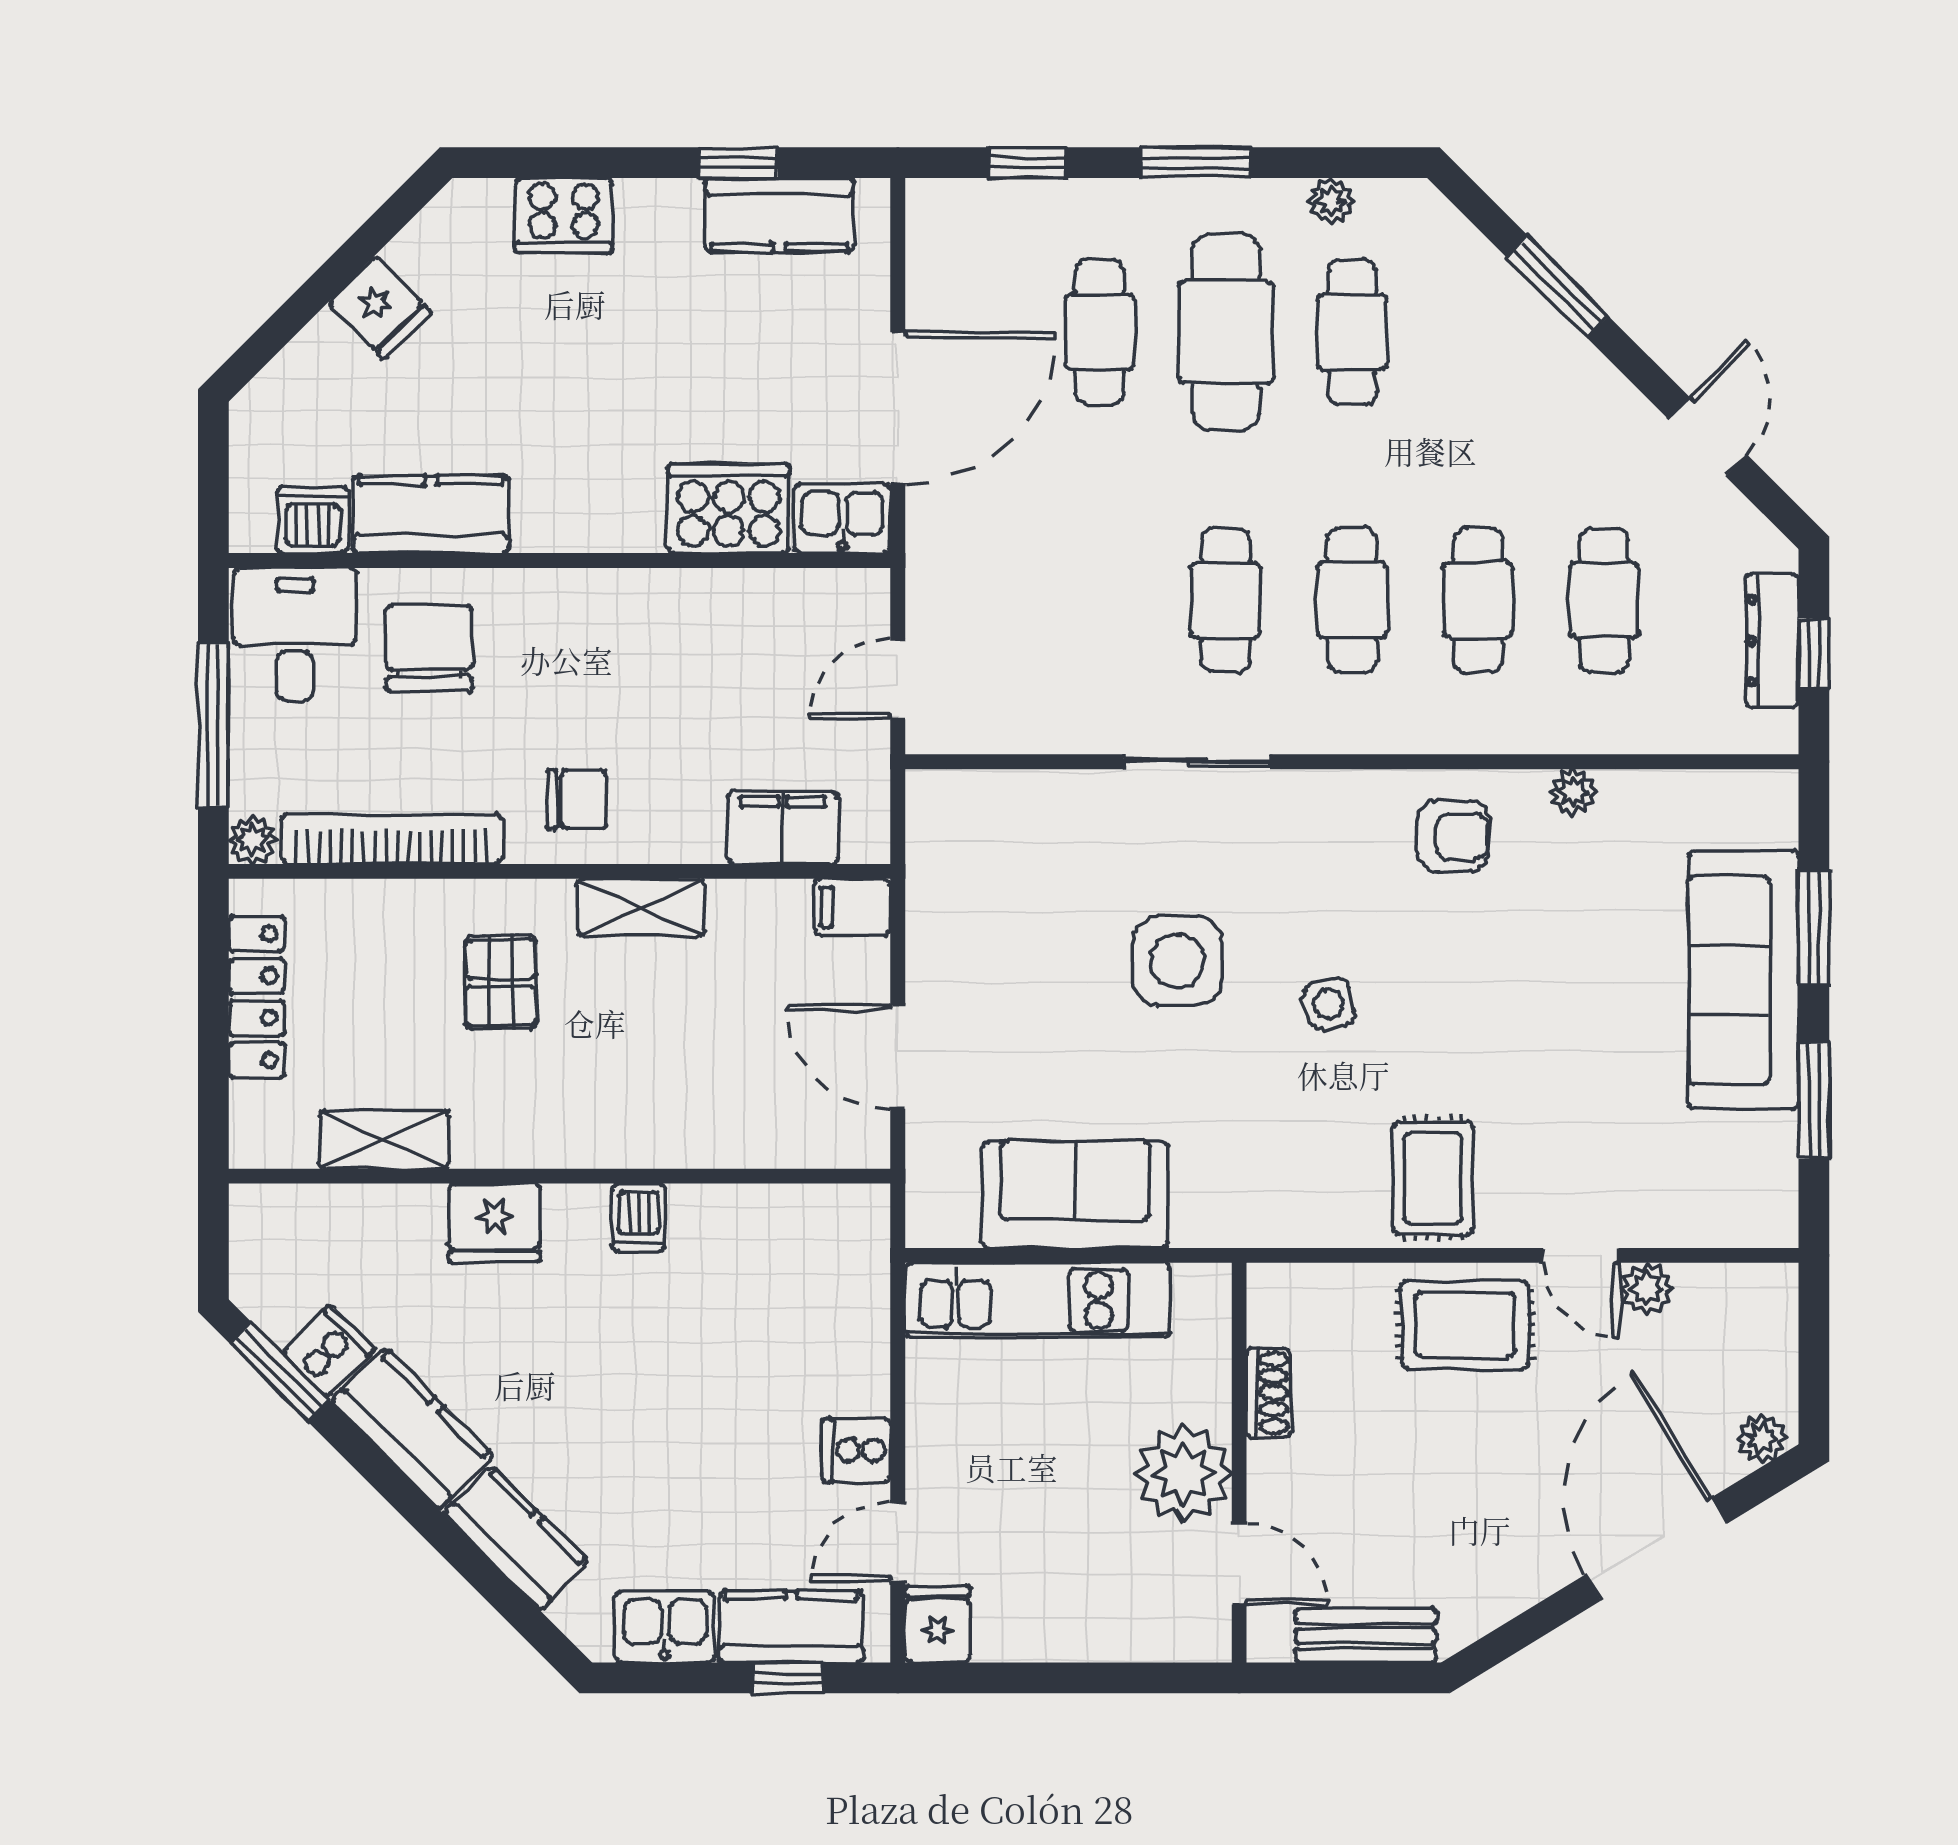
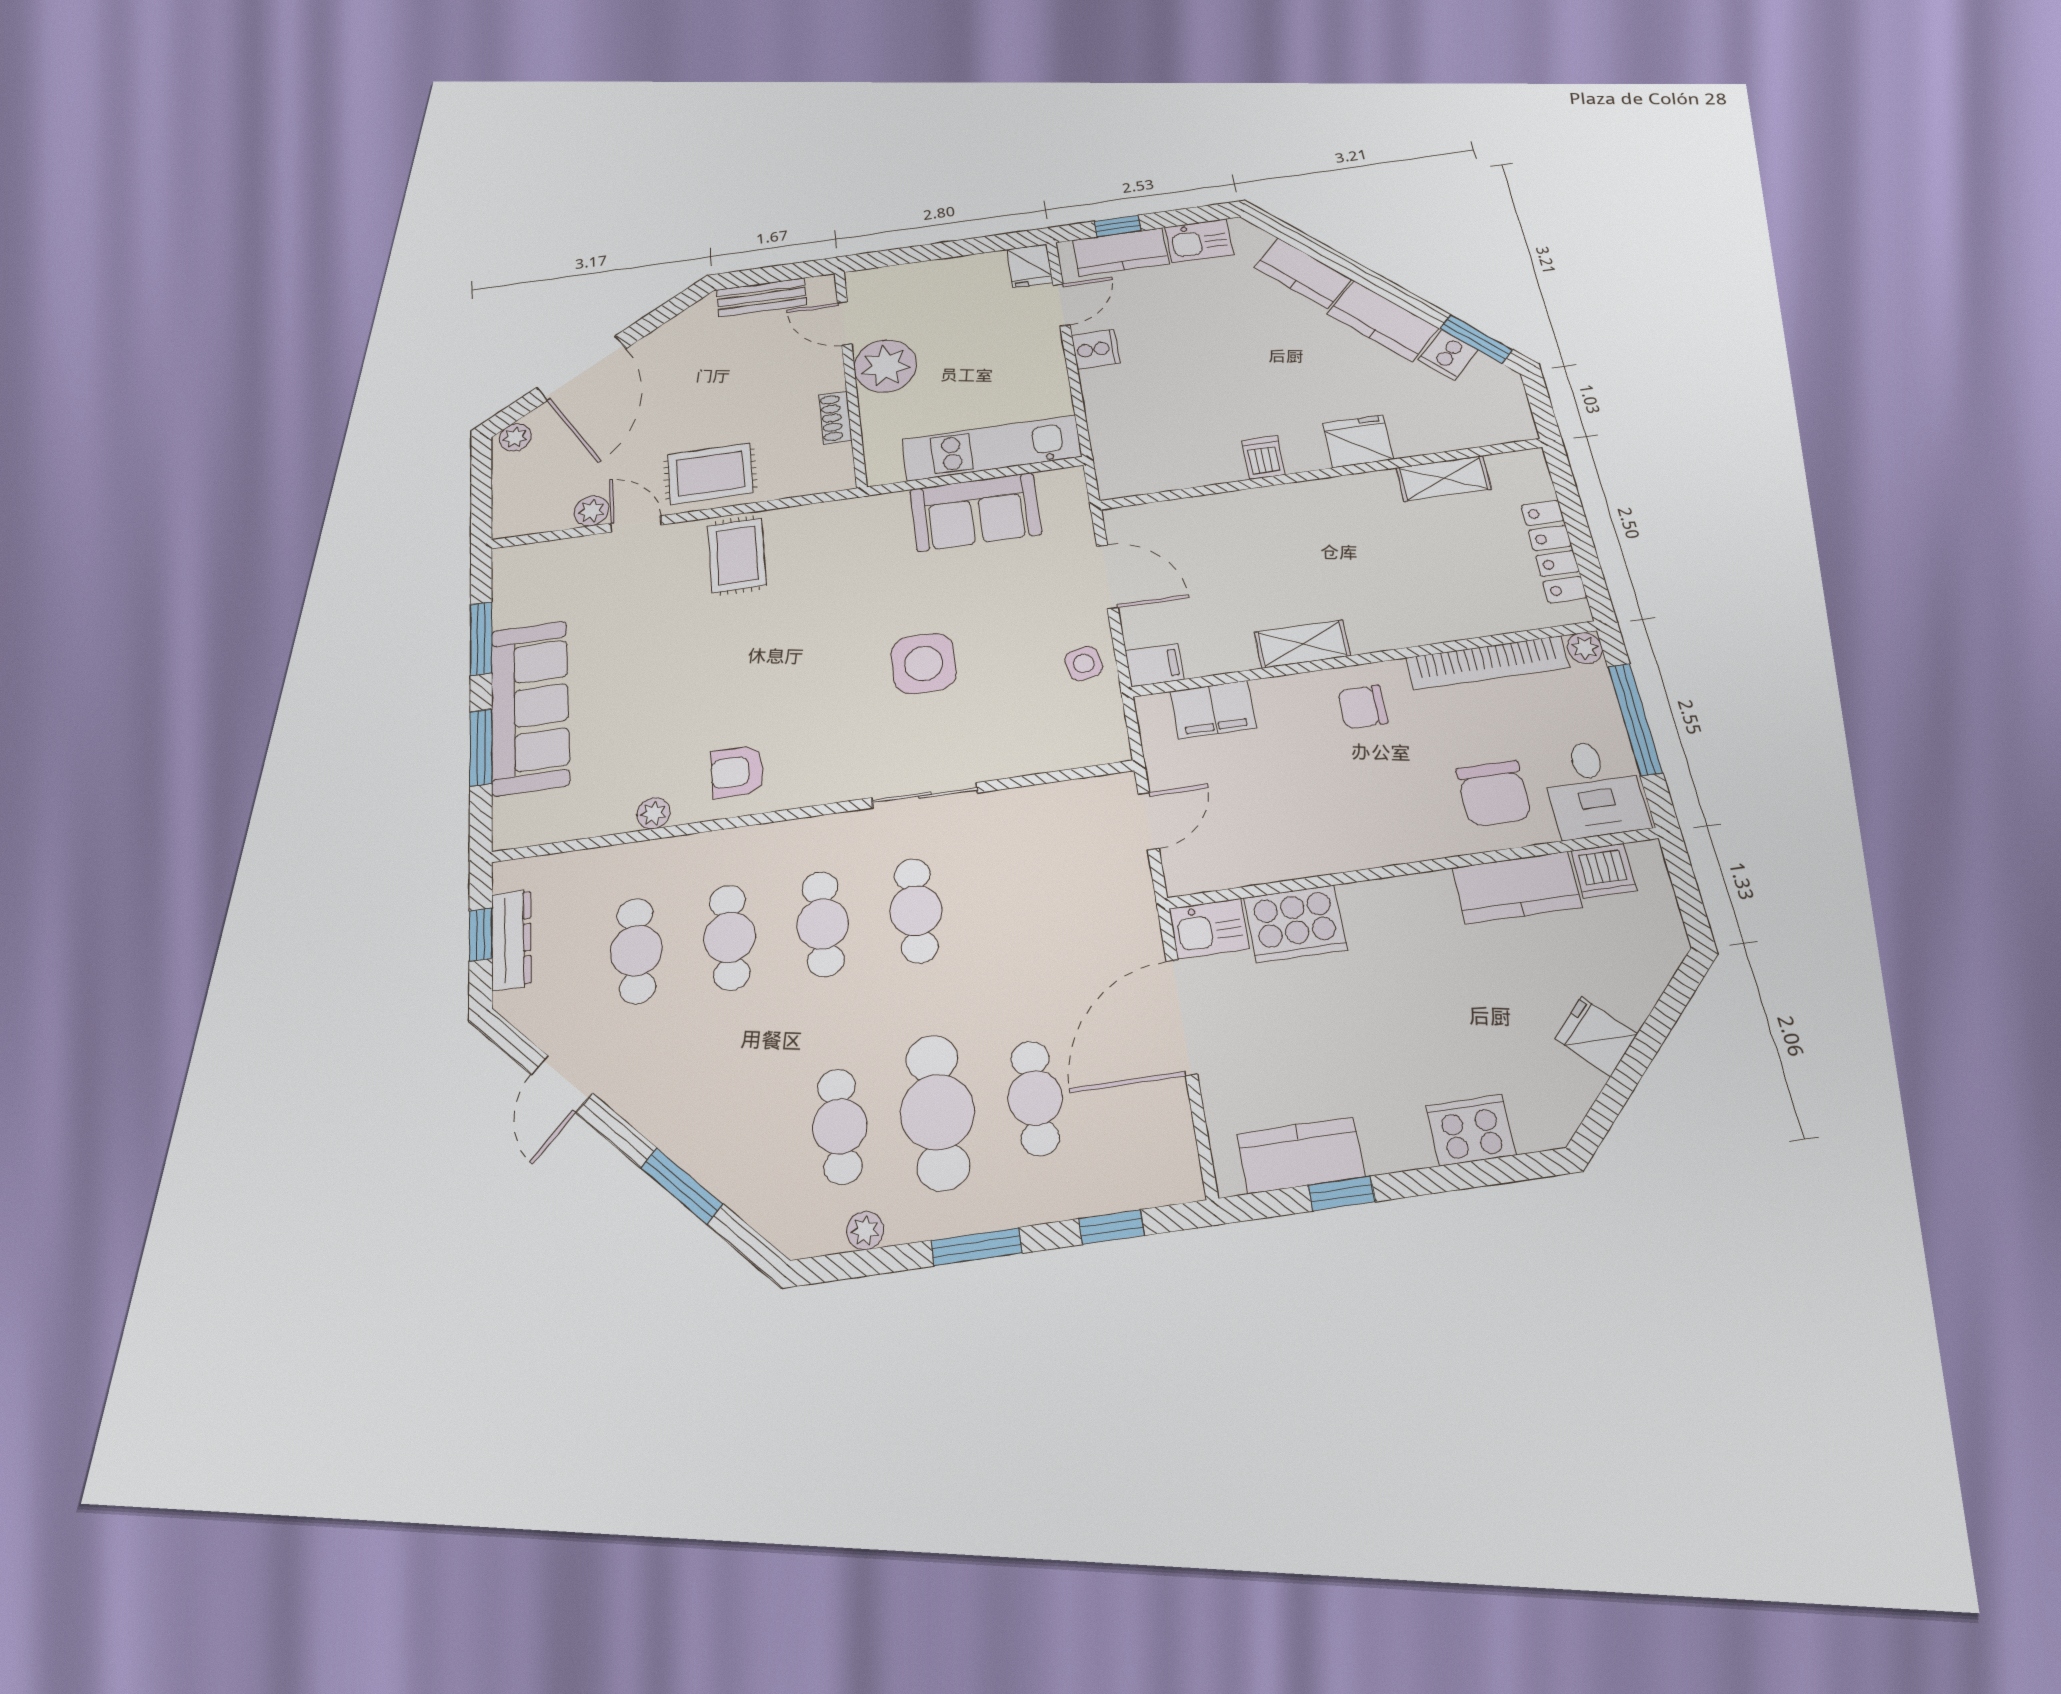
pallet: (501, 982) -> (1388, 584), removed
side table: (1329, 1004) -> (1084, 663), moved

